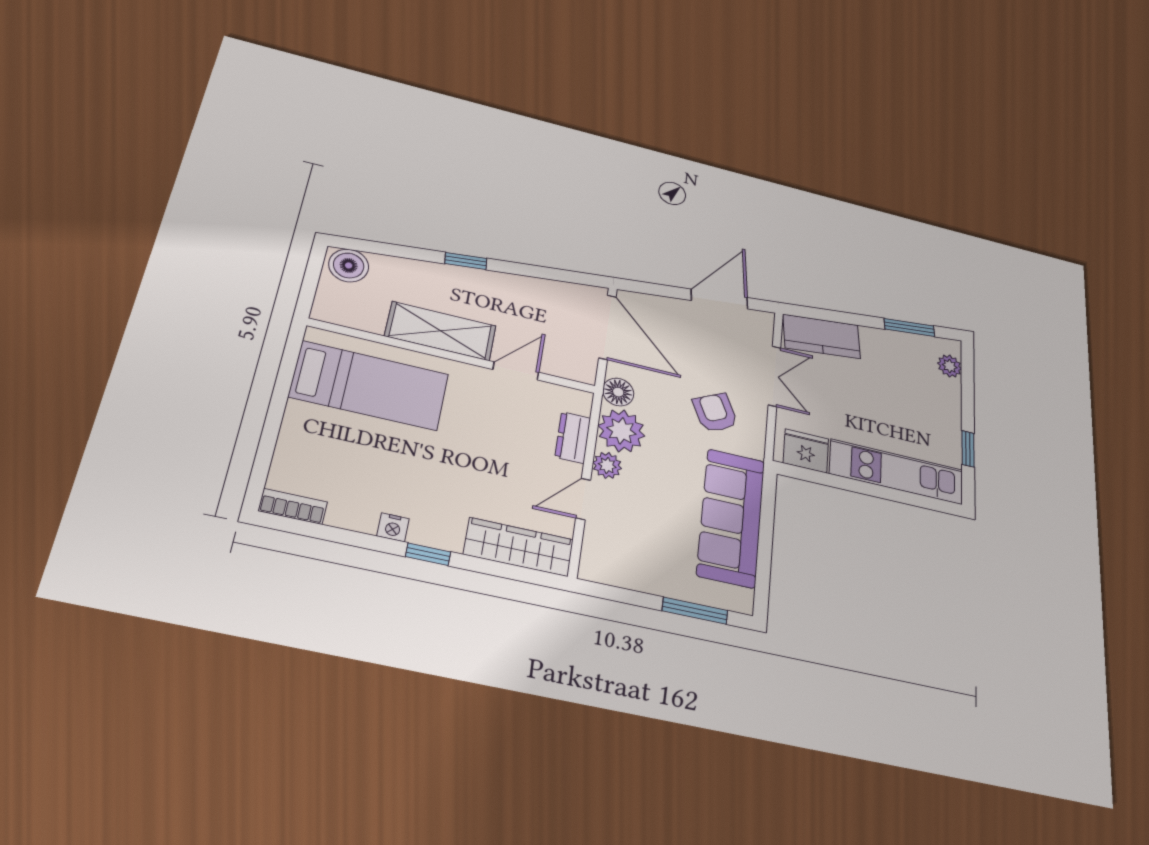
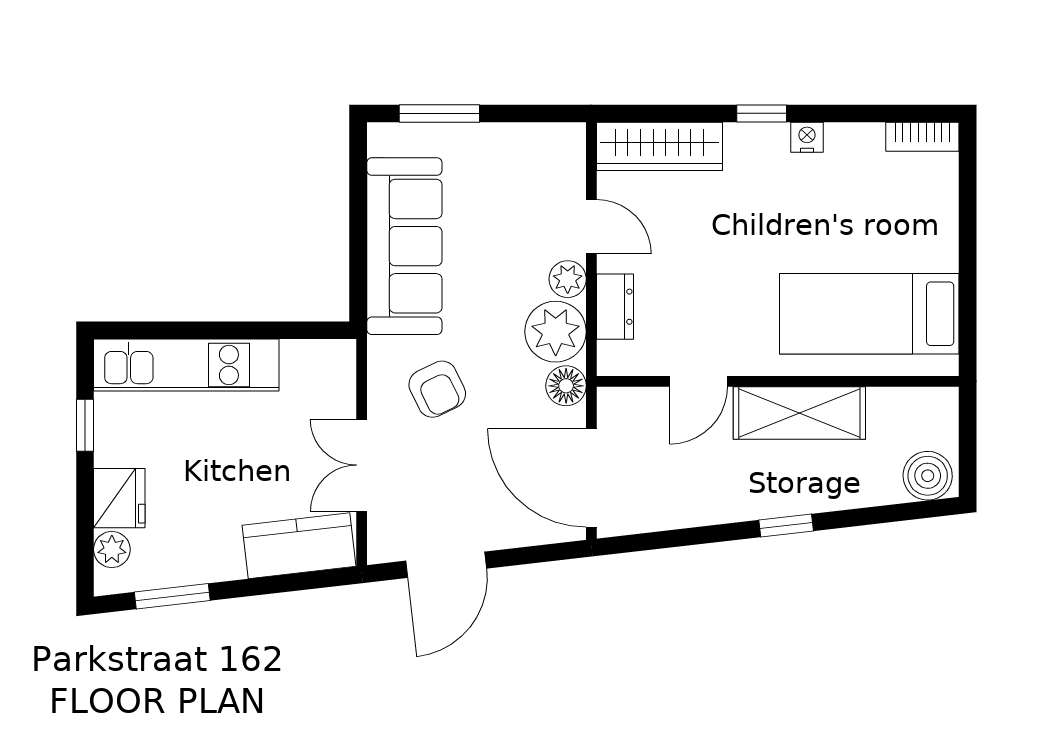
fridge: (806, 451) -> (119, 498), moved, turned -90
door: (583, 499) -> (591, 227), hinge flipped

